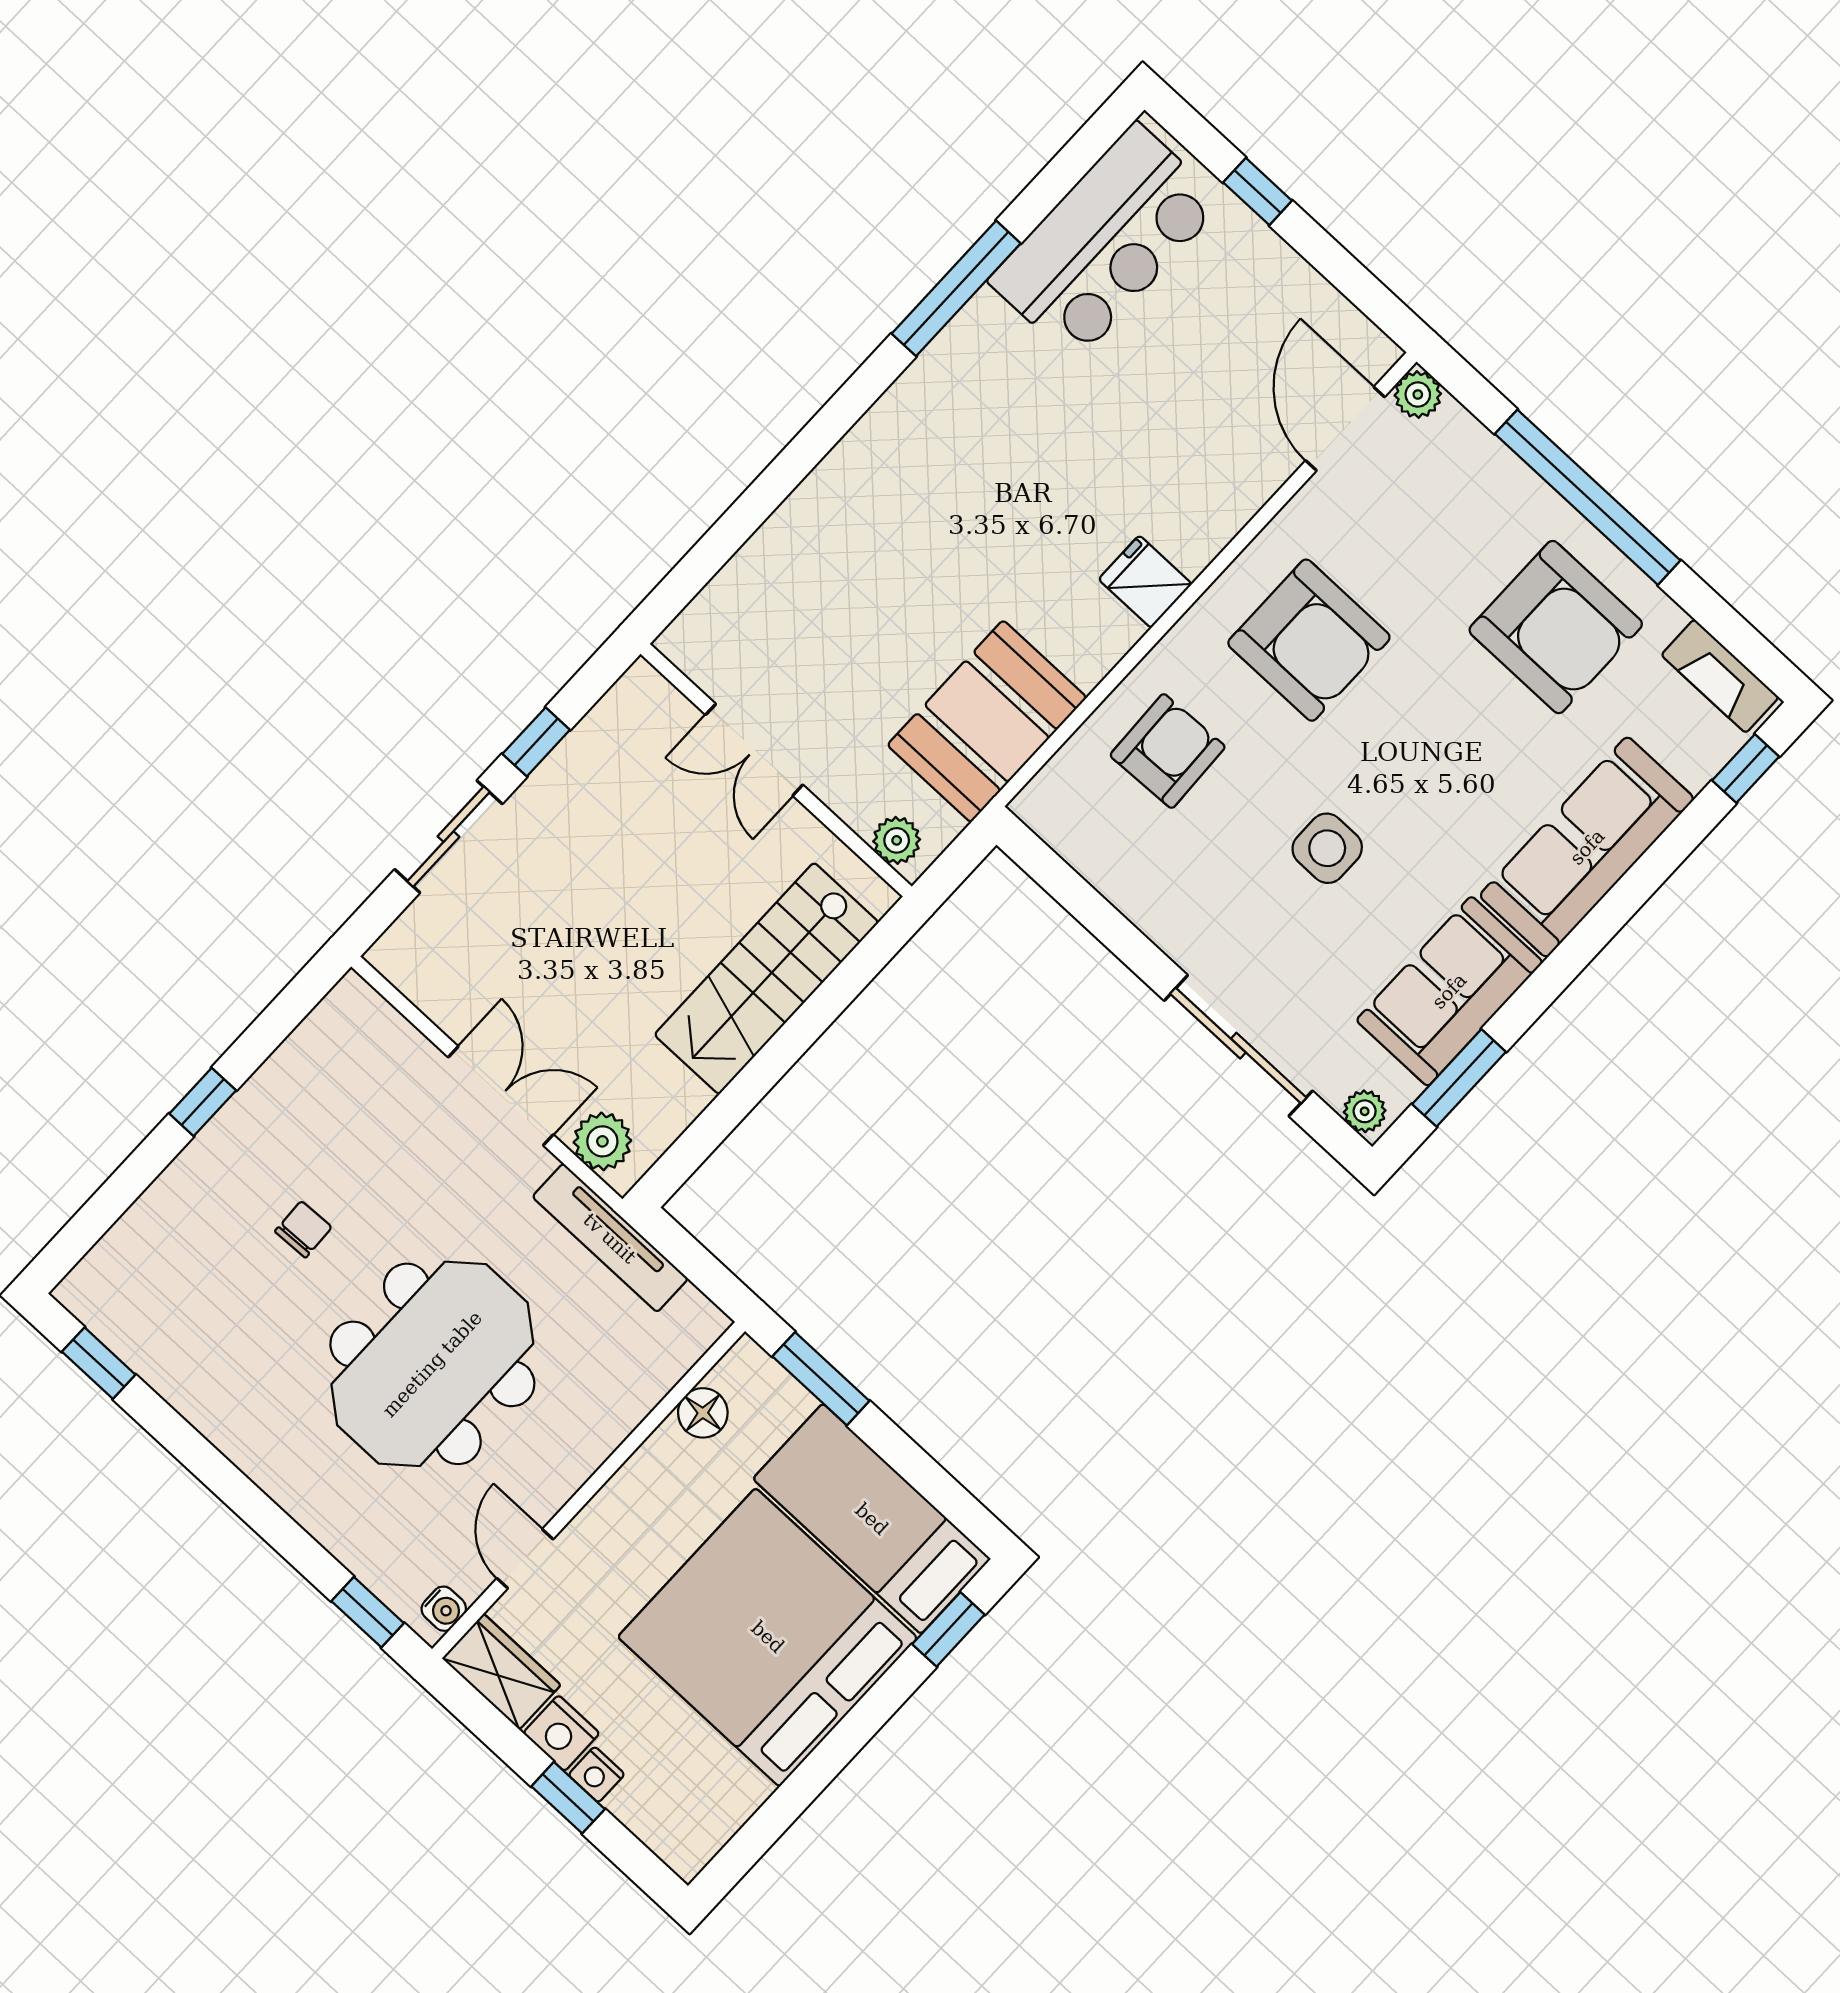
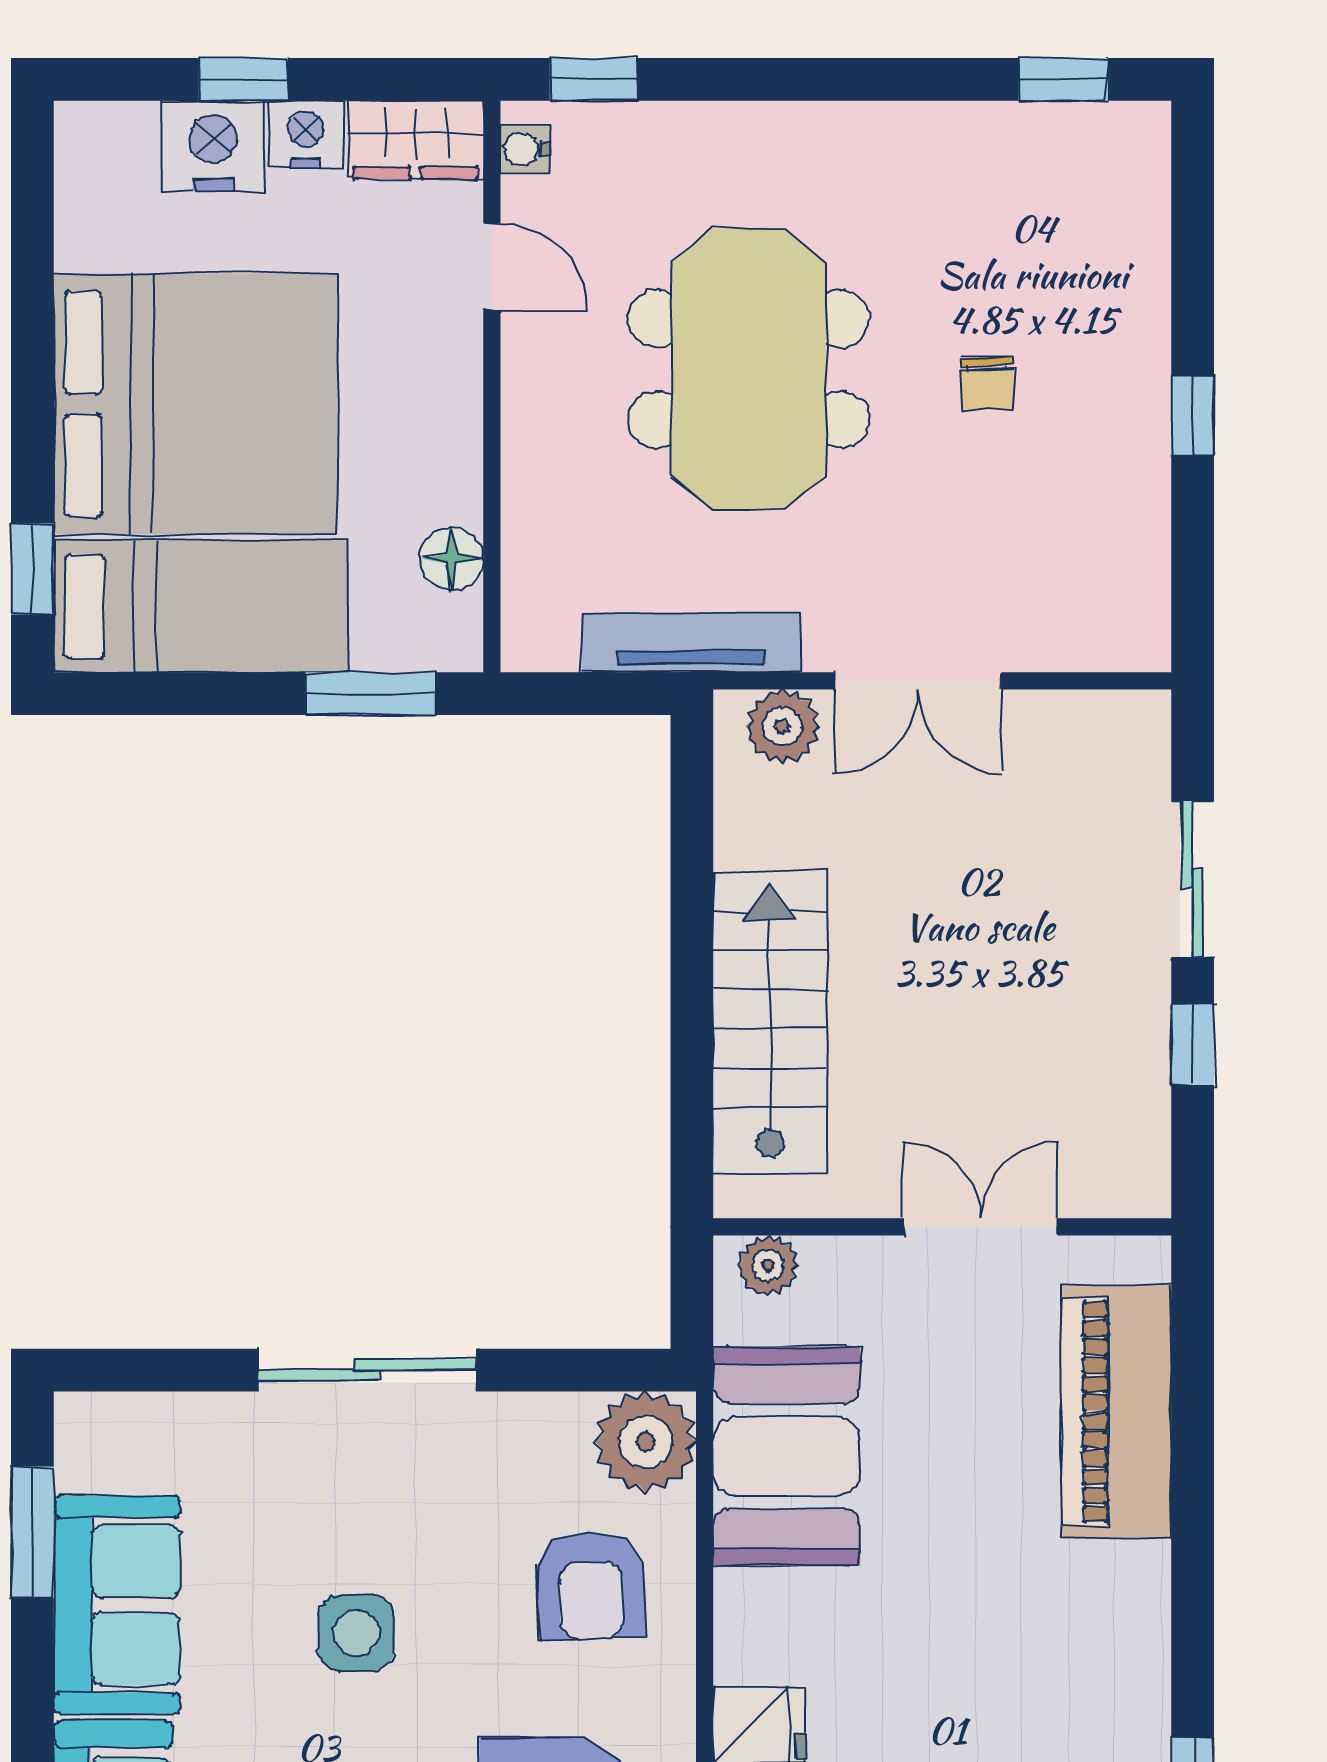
piano: (775, 572) -> (1116, 1412), added
sliding door: (1238, 1046) -> (367, 1370), moved
plant: (1365, 1111) -> (646, 1442), moved, width x1.88, depth x1.88
nightstand: (596, 1775) -> (213, 146), width x1.89, depth x1.79

